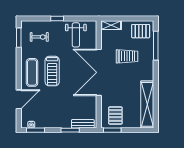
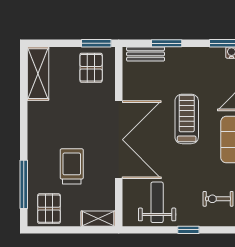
pallet: (141, 31) -> (49, 209), turned 90
trolley: (127, 56) -> (72, 166), turned 90
treadmill: (52, 71) -> (187, 119), moved
shelving: (147, 104) -> (38, 74), width x0.68

